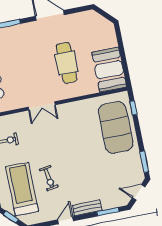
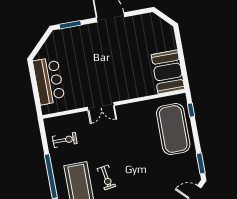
cafe table: (67, 63) -> (126, 64), removed

